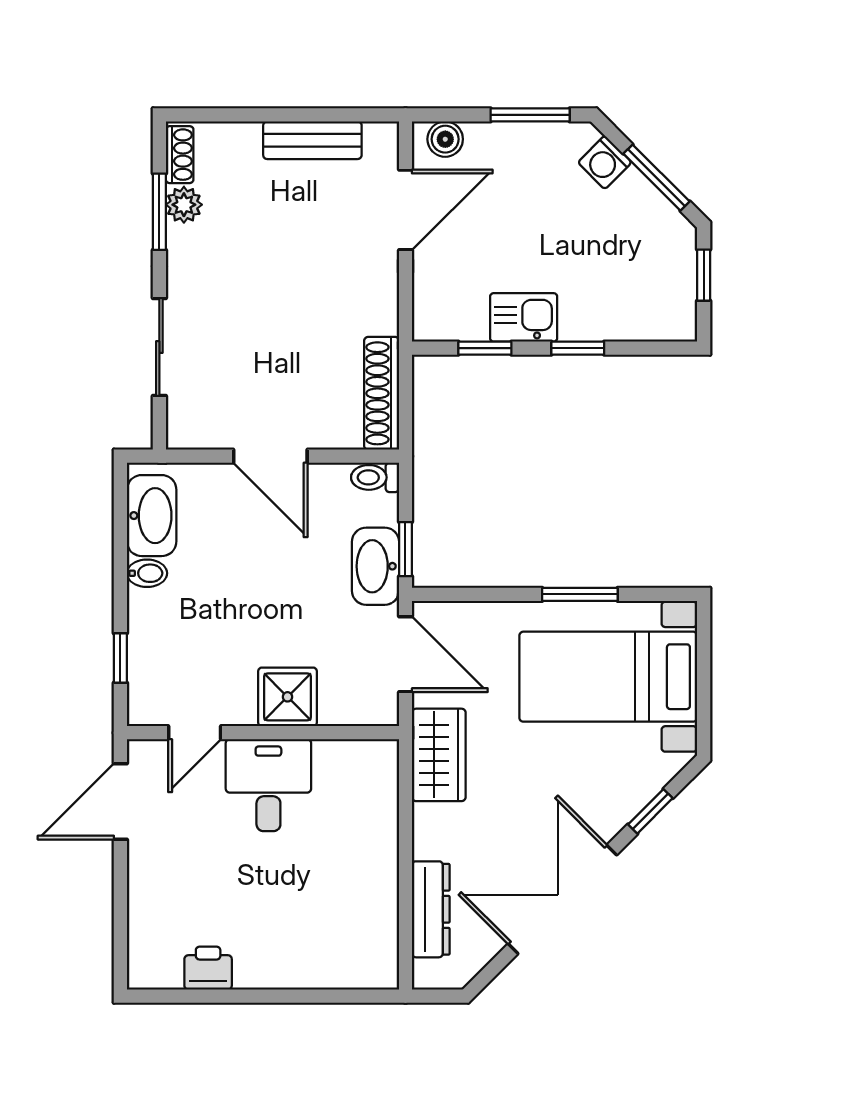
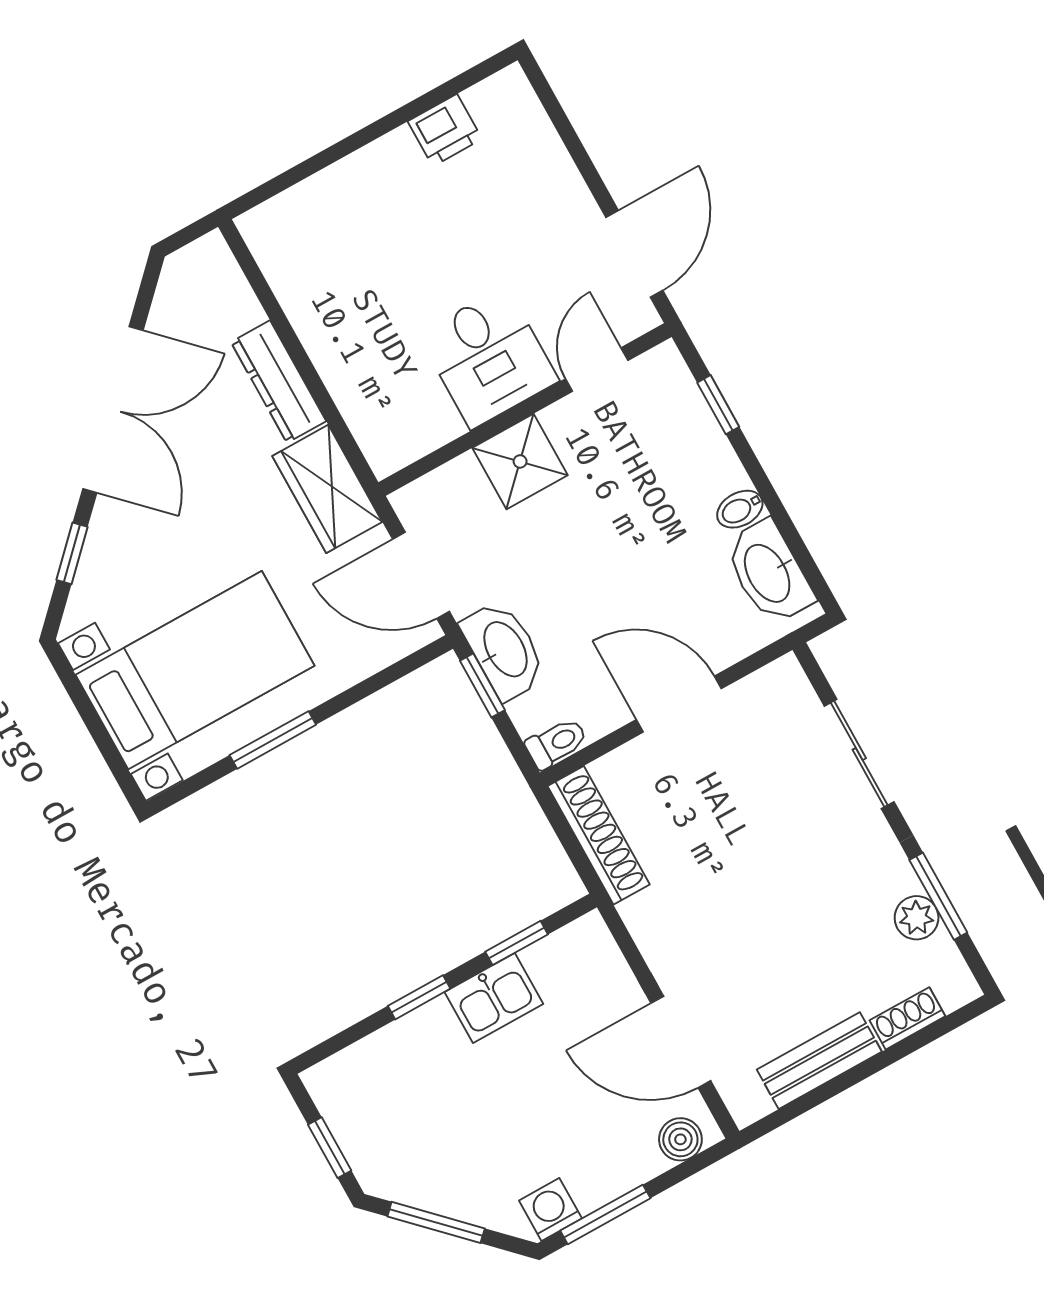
shoe rack: (180, 155) -> (907, 1018), moved, turned 90
washing machine: (605, 162) -> (550, 1209), moved, turned -45
door: (405, 210) -> (681, 1042), hinge flipped
dresser: (431, 909) -> (279, 382), moved

